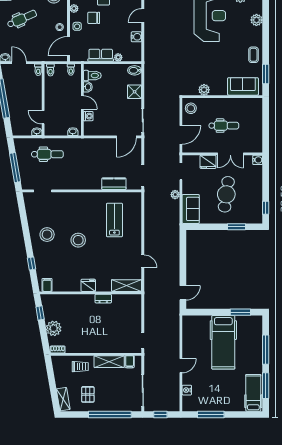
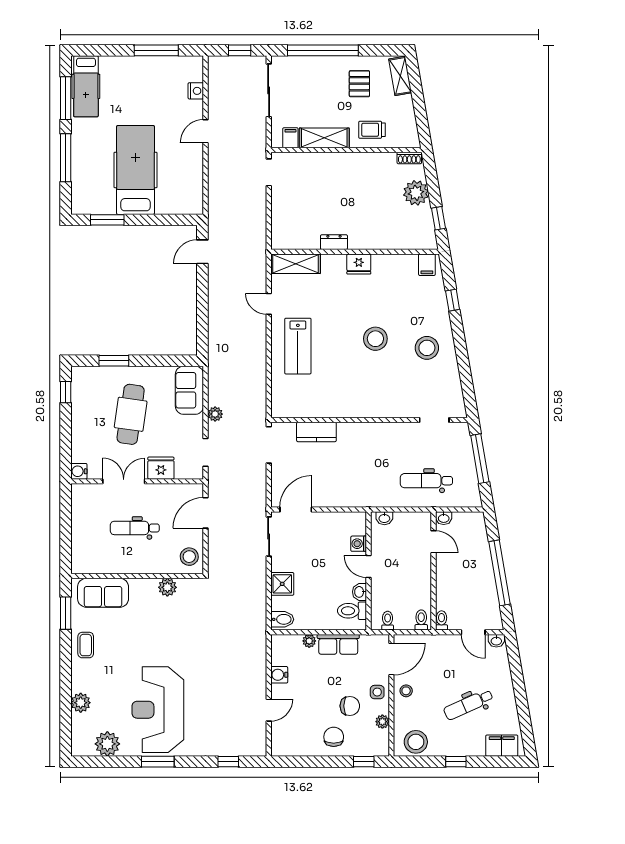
lab bench: (114, 220) -> (298, 346), moved

